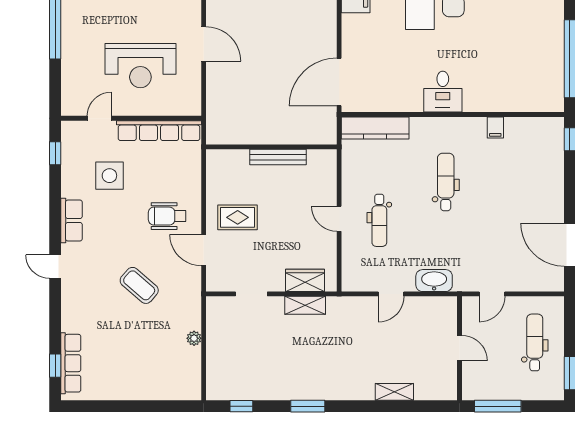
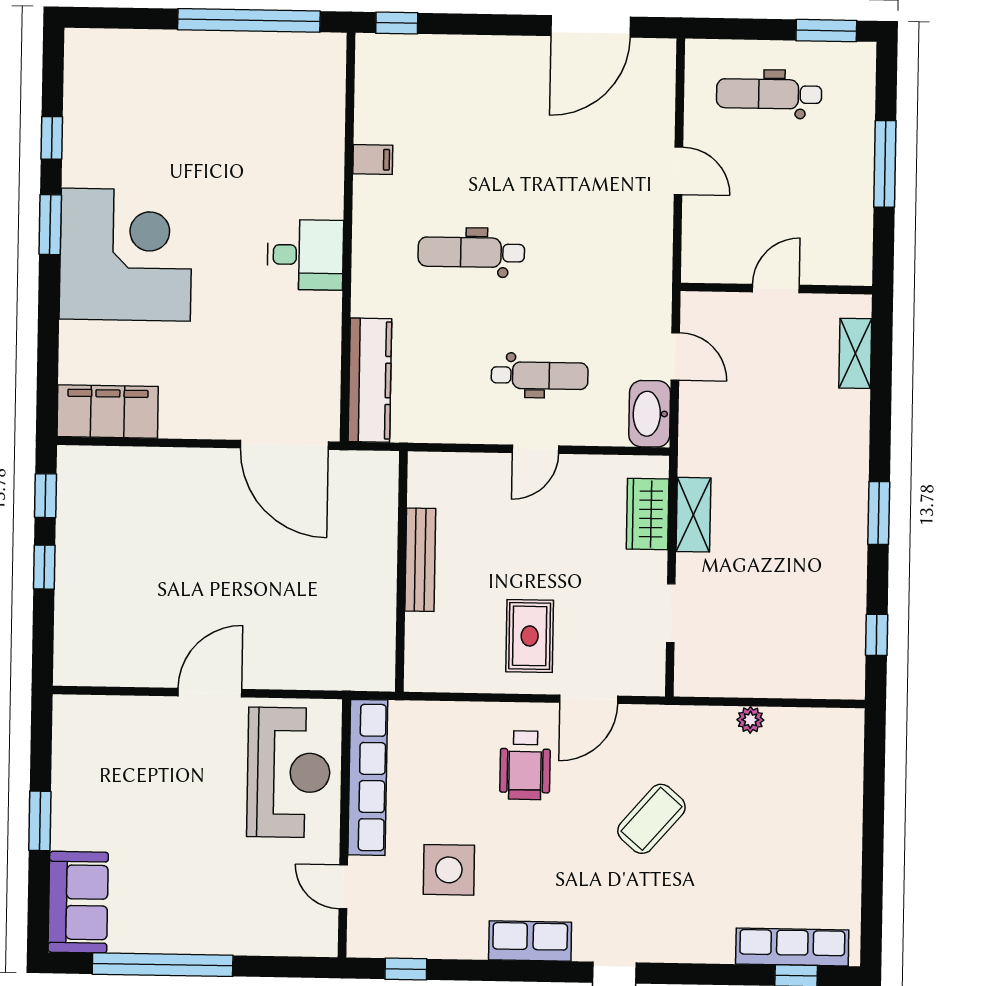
reception desk: (140, 66) -> (289, 772), moved
washbasin: (434, 281) -> (650, 414), moved
door: (459, 348) -> (776, 289), moved
wall: (459, 348) -> (776, 289), moved

